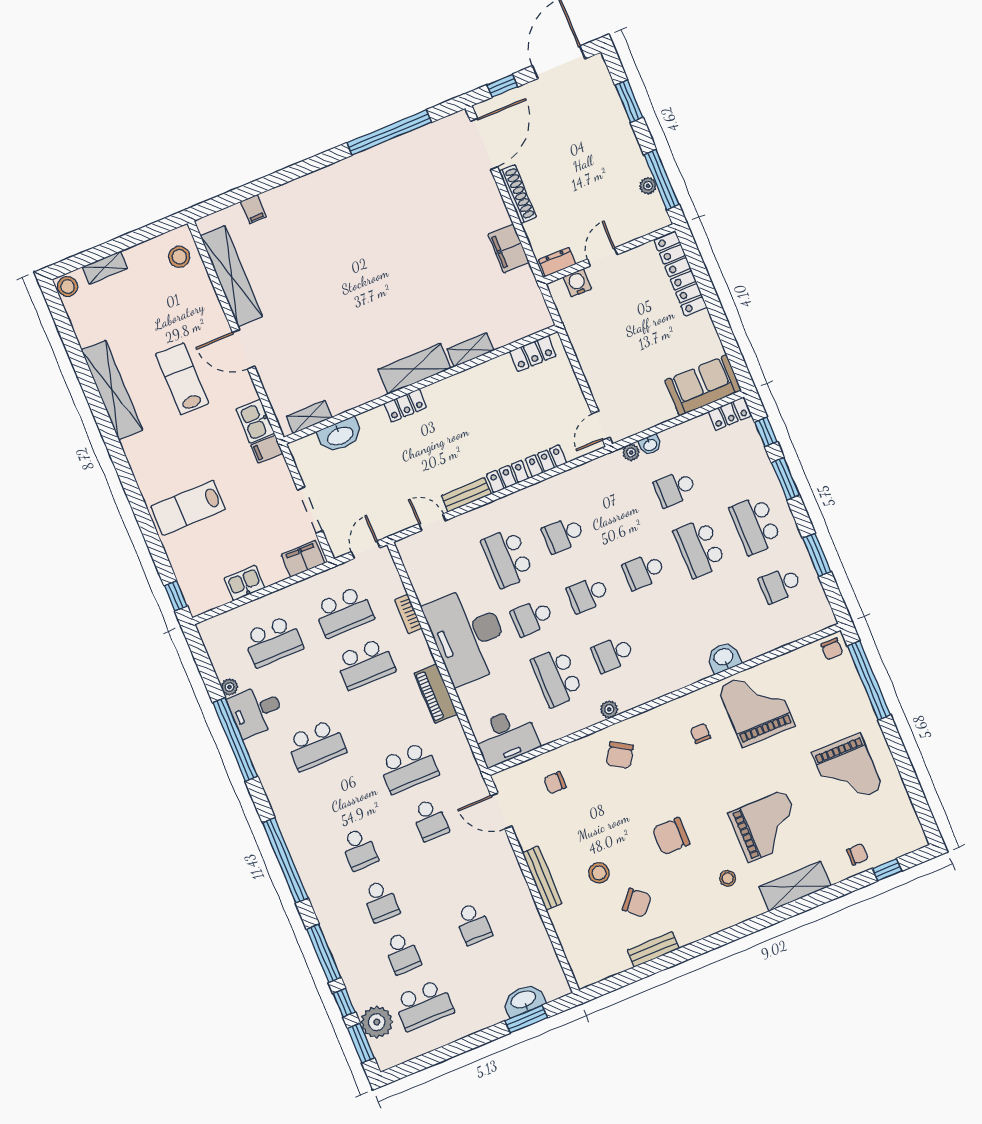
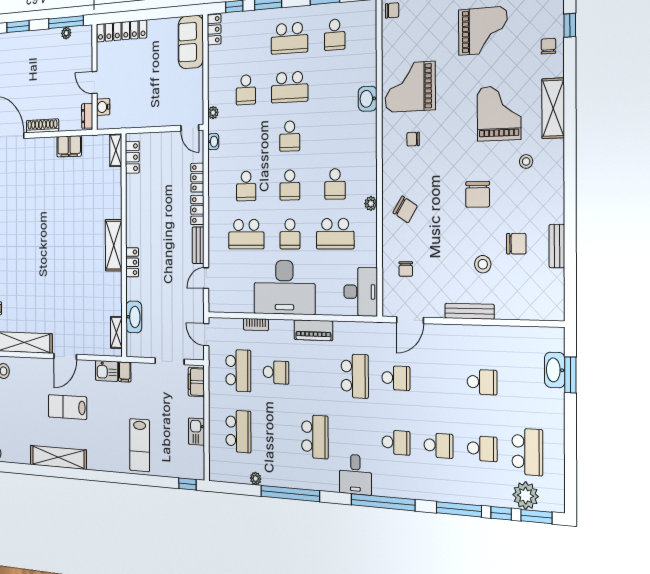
shelving: (470, 350) -> (116, 150), moved
washbasin: (650, 445) -> (213, 142), moved
school desk: (365, 664) -> (276, 372), width x0.54
desk: (256, 711) -> (355, 474), moved
chair: (637, 903) -> (516, 244), turned 49

